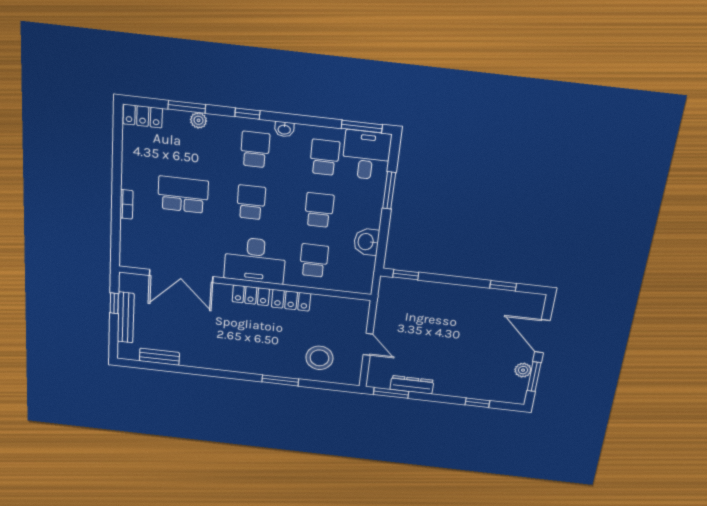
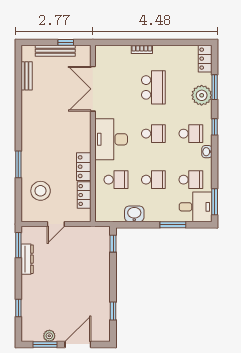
plant: (199, 120) -> (202, 95), width x1.88, depth x1.88
locker: (251, 295) -> (84, 195), moved

